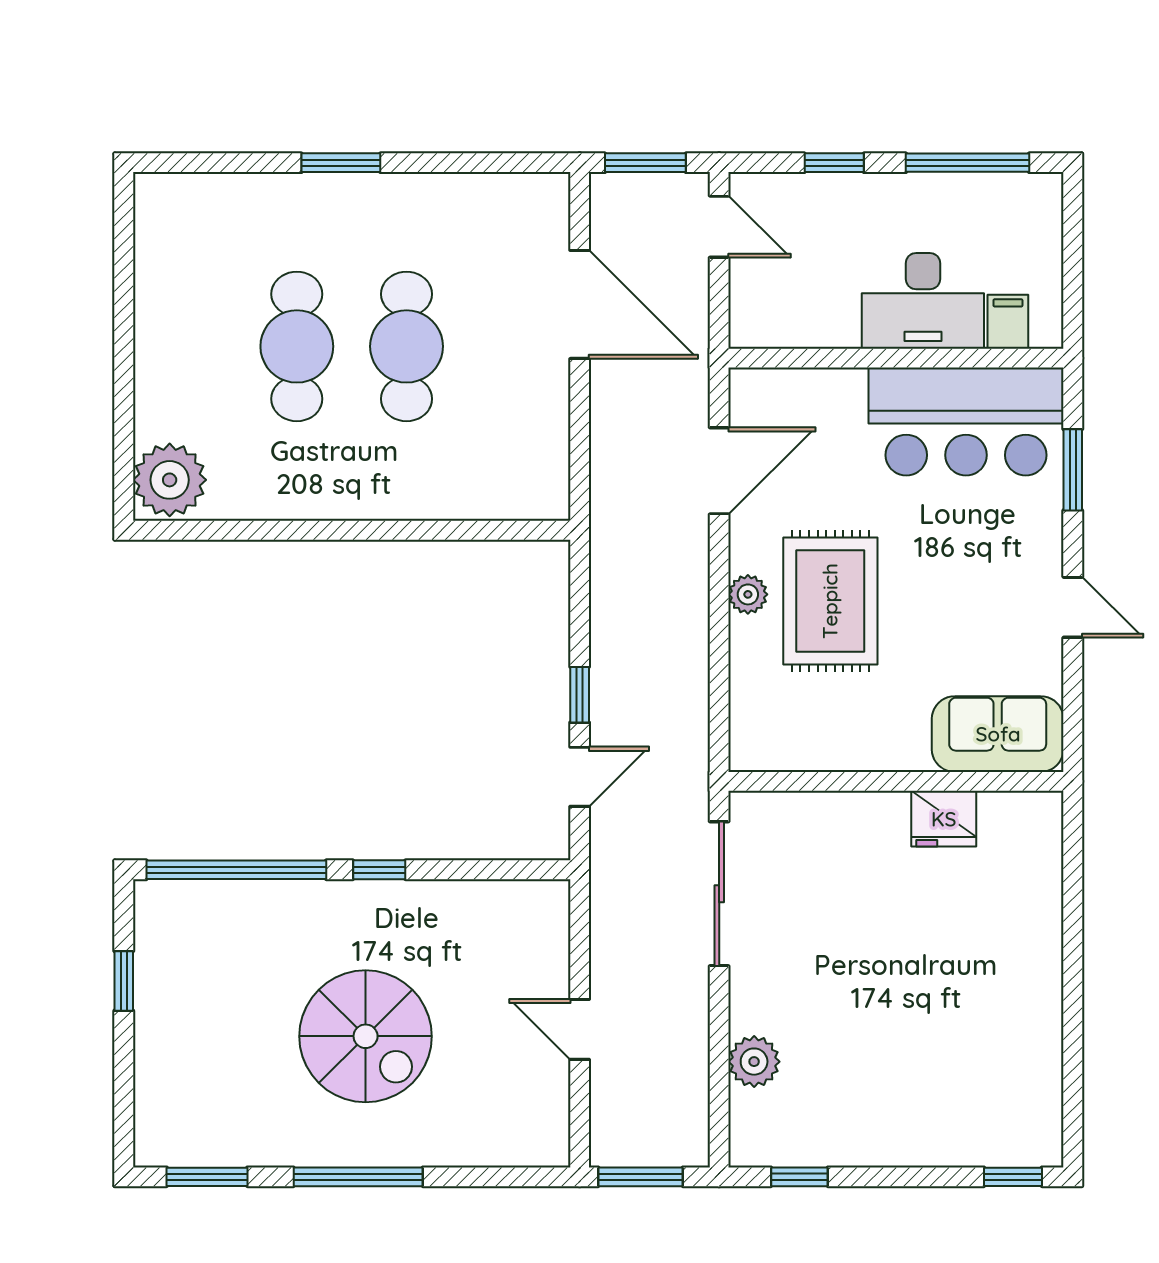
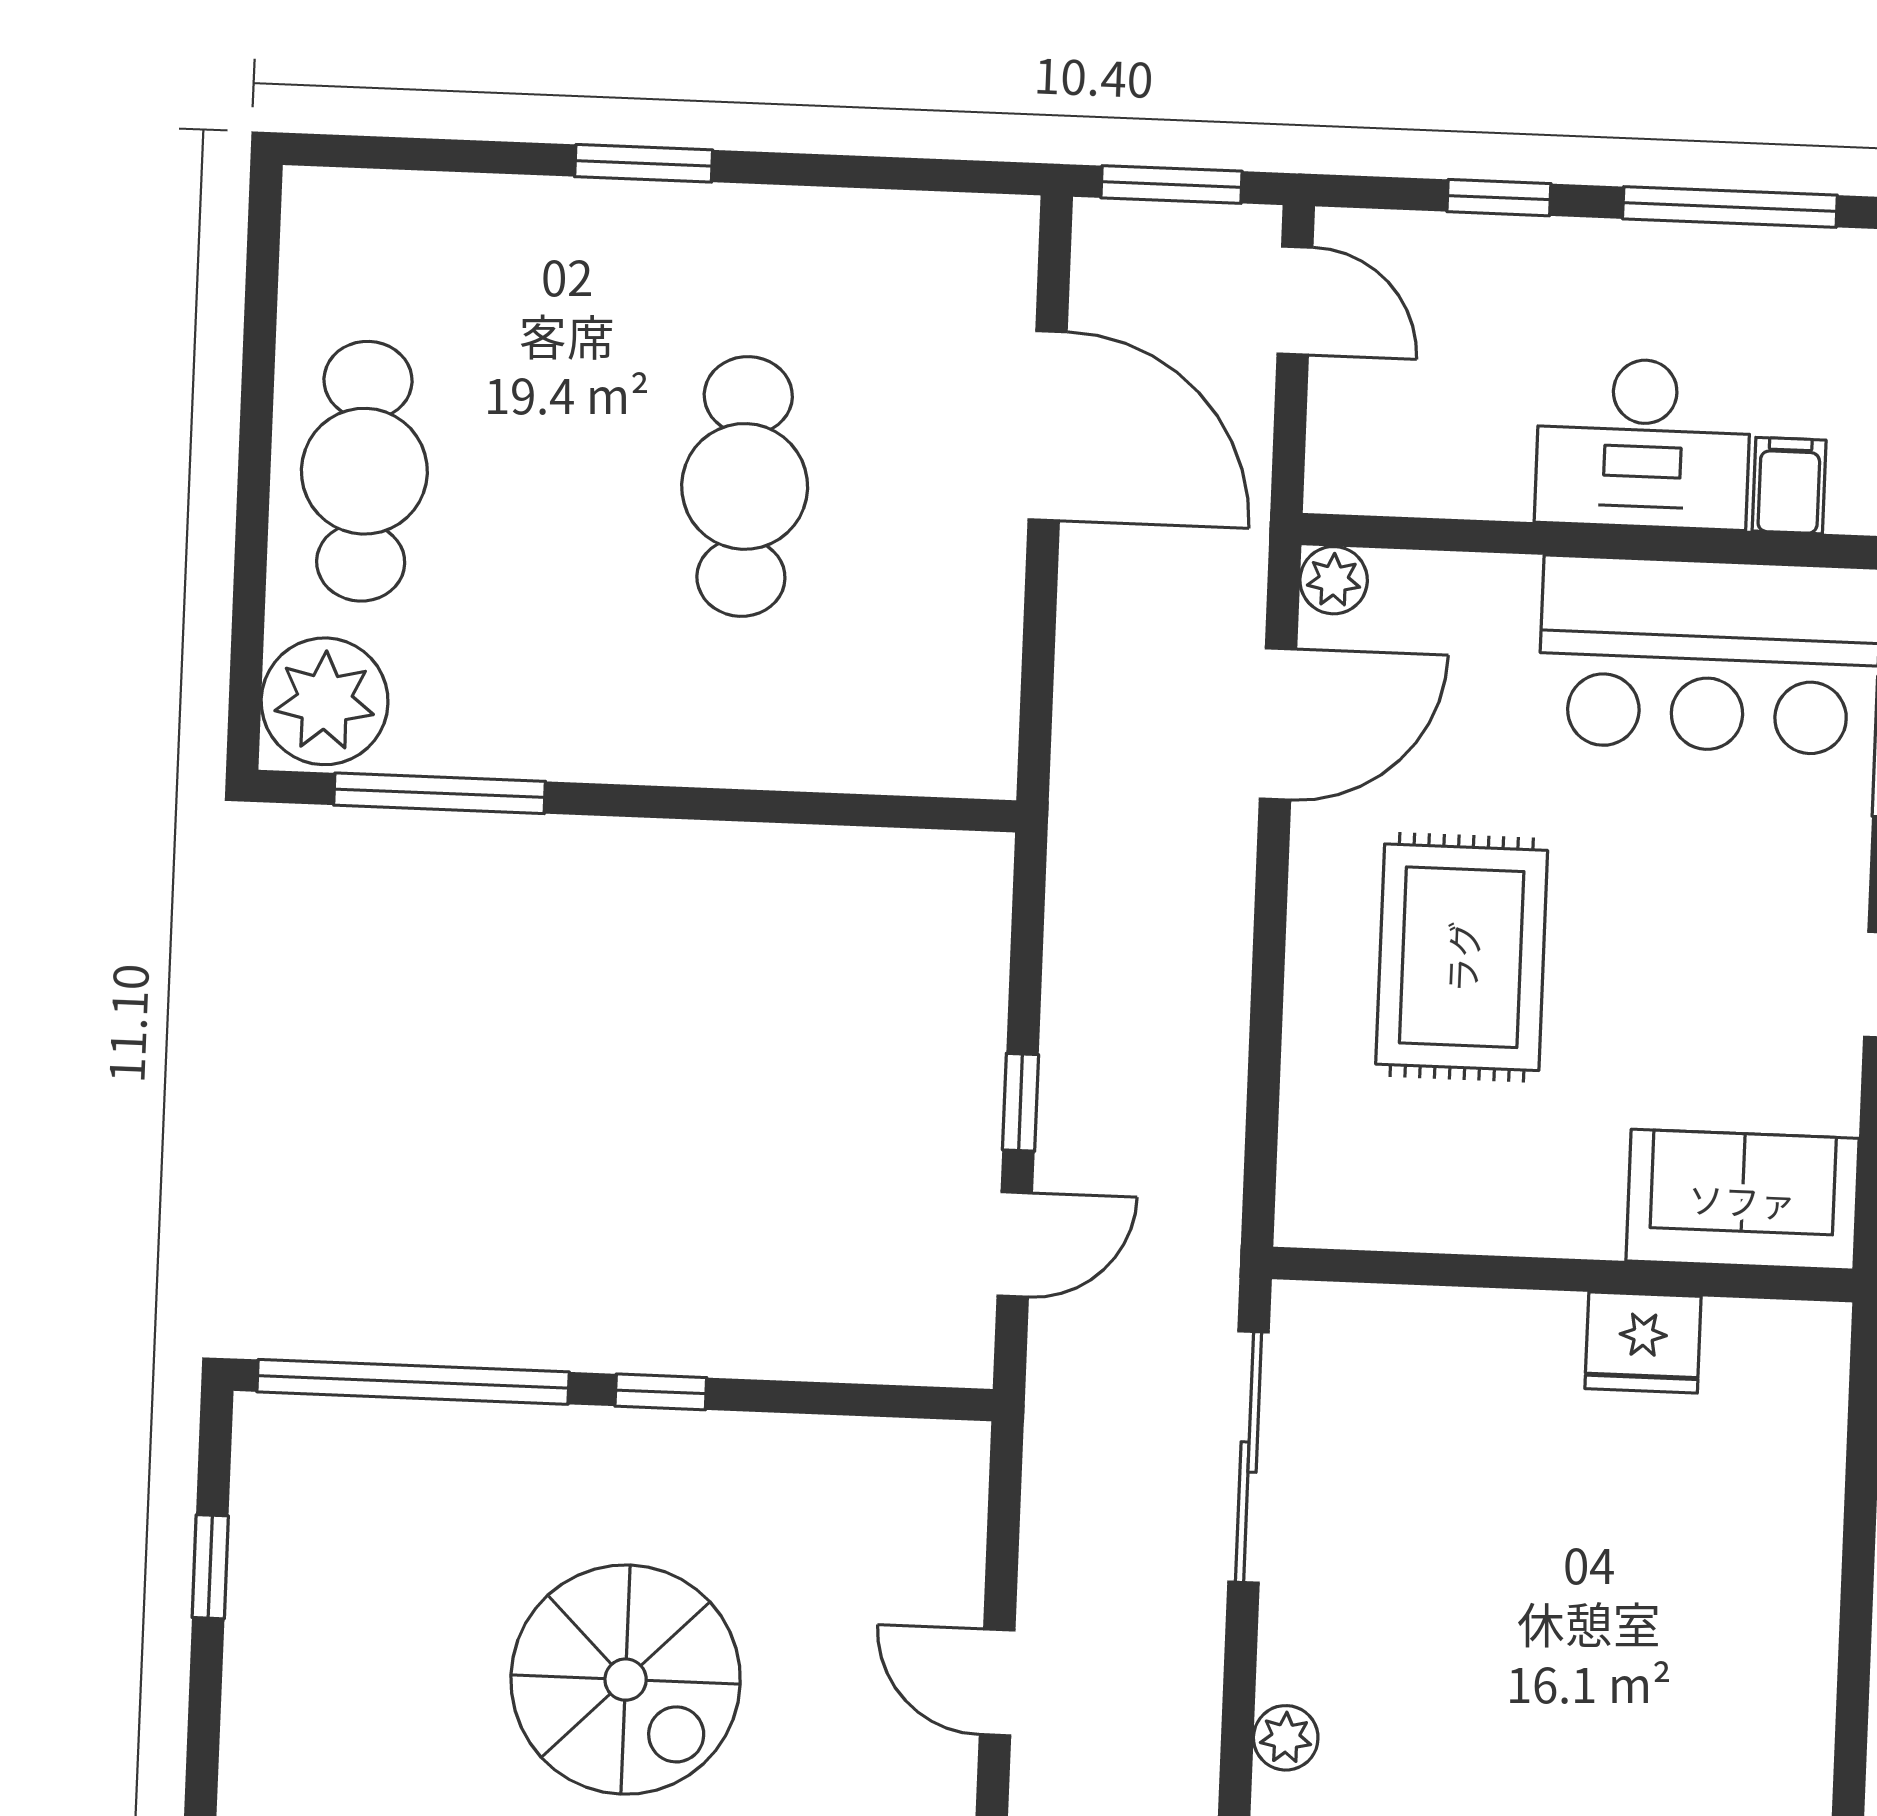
cafe table: (297, 346) -> (364, 471), moved
window: (238, 530) -> (440, 793), added
plant: (748, 594) -> (1334, 580), moved
plant: (754, 1062) -> (1286, 1738), width x0.73, depth x0.73

